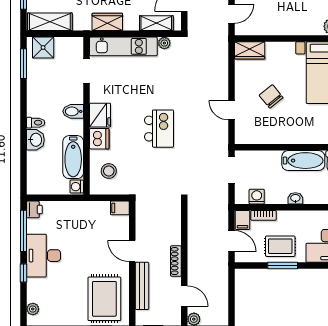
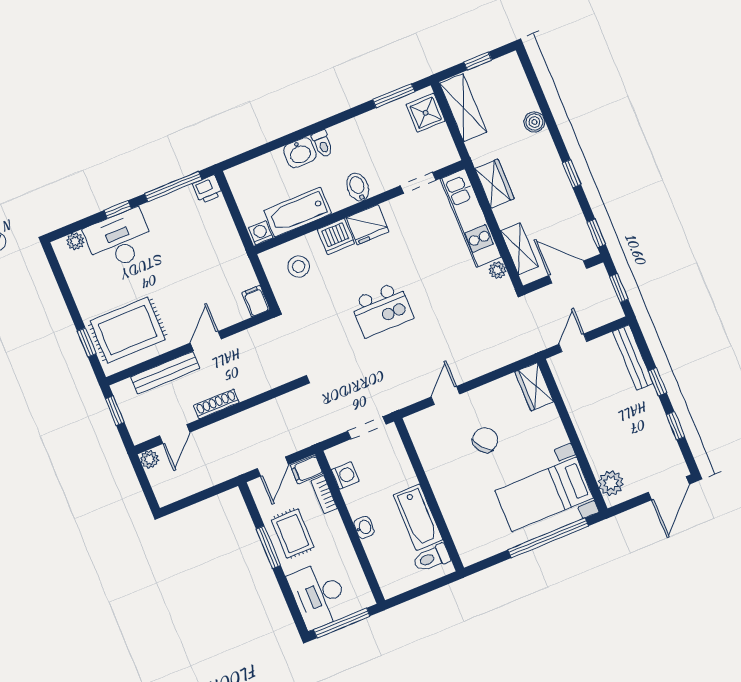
door: (232, 14) -> (573, 343), swing flipped
desk: (44, 256) -> (119, 240), moved

